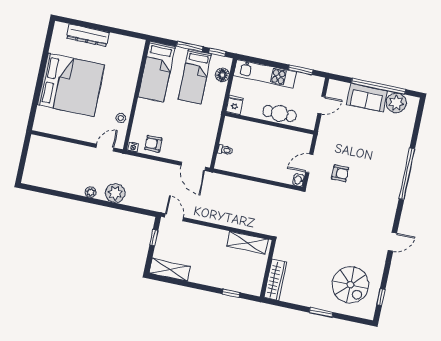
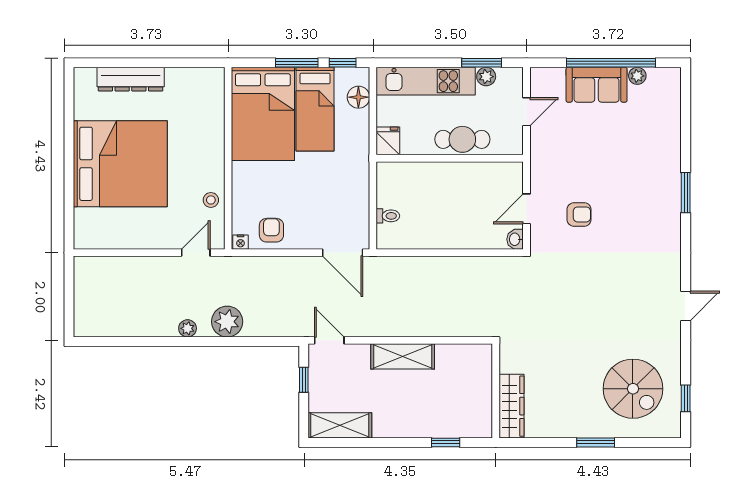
bed: (157, 72) -> (263, 114), width x1.50
plant: (302, 79) -> (486, 77), added
plant: (396, 103) -> (637, 76), width x0.53, depth x0.53
armchair: (153, 144) -> (271, 230), turned 90
window: (407, 174) -> (686, 193), width x0.47
shelving: (247, 243) -> (403, 356), moved

